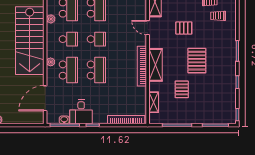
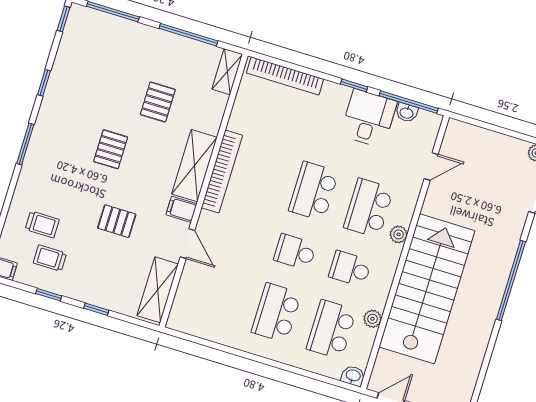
filing cabinet: (155, 43) -> (181, 209), added
pallet: (197, 61) -> (111, 149), width x0.67, depth x0.71
door: (45, 98) -> (431, 166), width x0.53
shelving: (154, 102) -> (227, 72), moved

